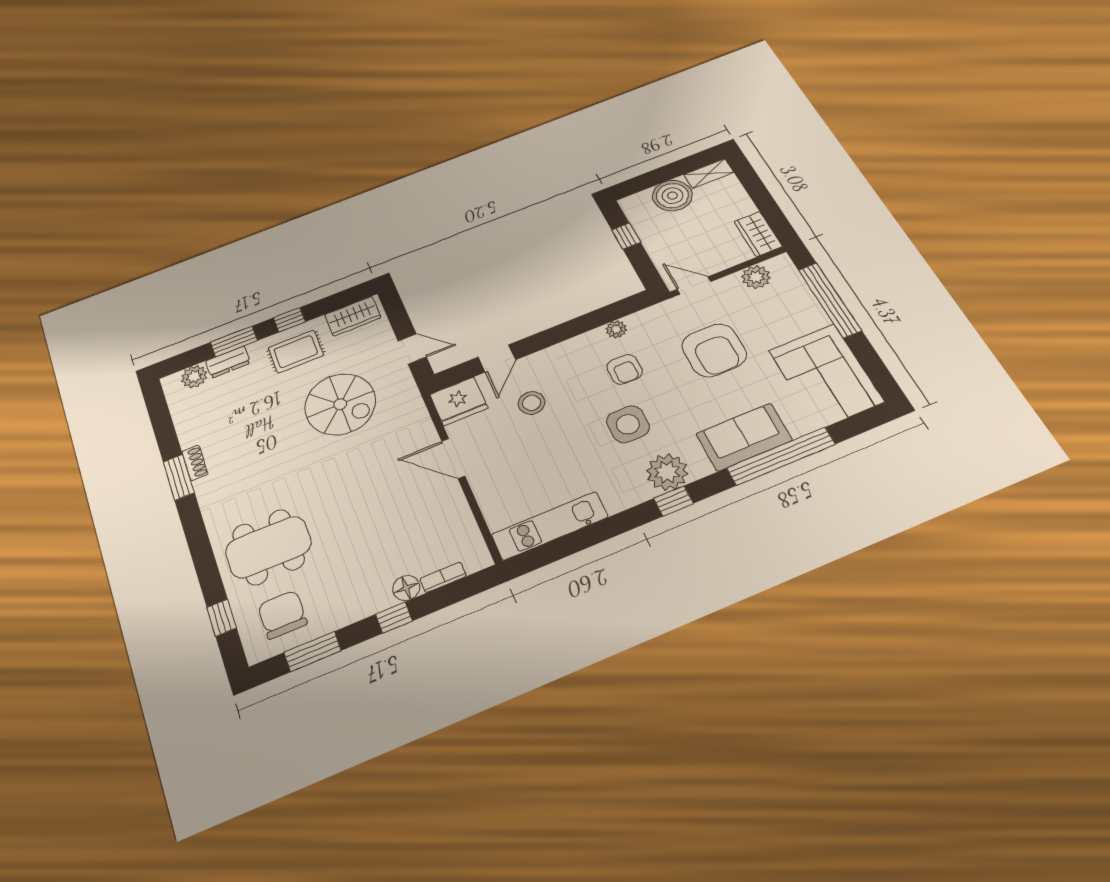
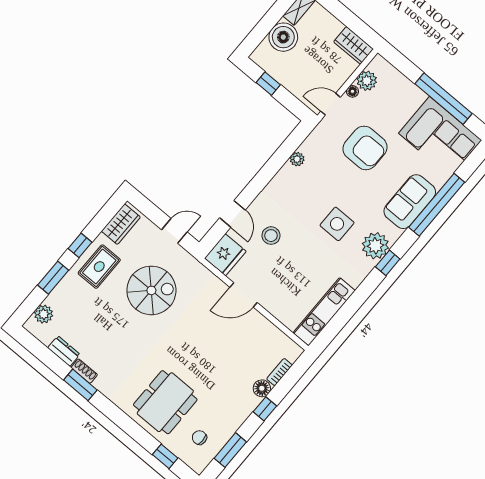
floor lamp: (731, 282) -> (352, 91), added
window: (830, 300) -> (443, 99), moved
dresser: (228, 362) -> (64, 351), moved, turned -90
armchair: (625, 369) -> (316, 186), removed
chair: (282, 615) -> (199, 438), width x0.54, depth x0.54

